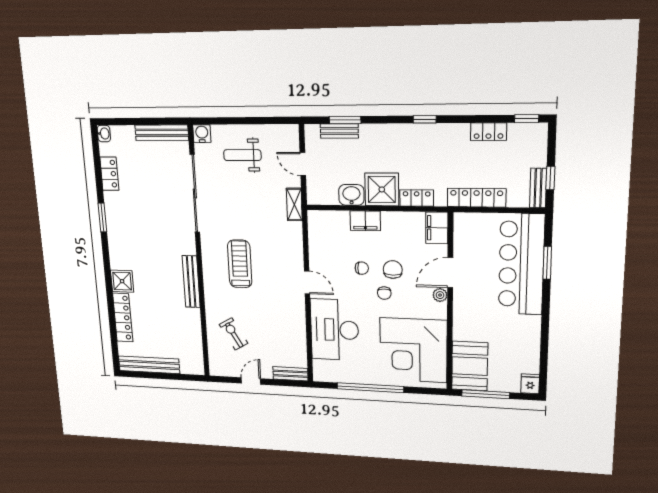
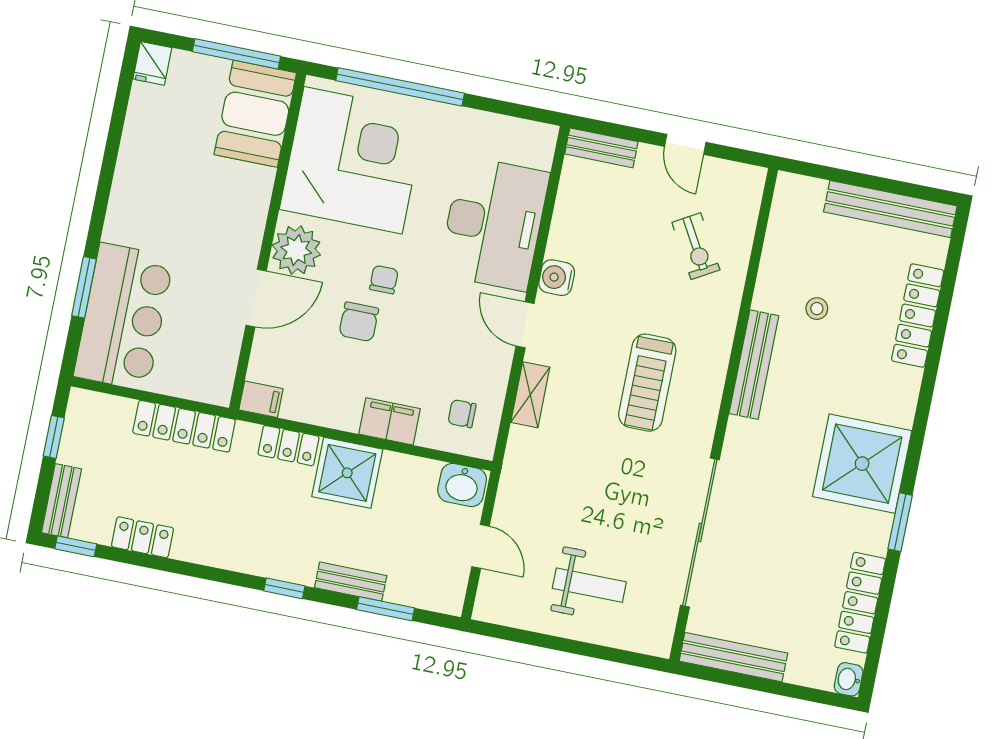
window: (425, 119) -> (284, 588), moved
bench: (339, 131) -> (351, 582), moved
water cooler: (202, 134) -> (557, 278), moved, turned 90
locker: (109, 174) -> (860, 603), width x1.53
bench: (538, 188) -> (61, 501), moved
washbasin: (351, 195) -> (462, 485), moved
shelving: (294, 204) -> (530, 395), moved
filing cabinet: (437, 228) -> (261, 399), width x0.50
bar counter: (521, 264) -> (124, 317), width x0.73
chair: (362, 268) -> (462, 414), moved
shower: (122, 281) -> (862, 464), moved, width x1.86, depth x1.86
plant: (440, 295) -> (296, 250), width x1.88, depth x1.88
stool: (169, 313) -> (817, 309), added
door: (251, 381) -> (685, 144), hinge flipped
window: (370, 388) -> (400, 87), moved

